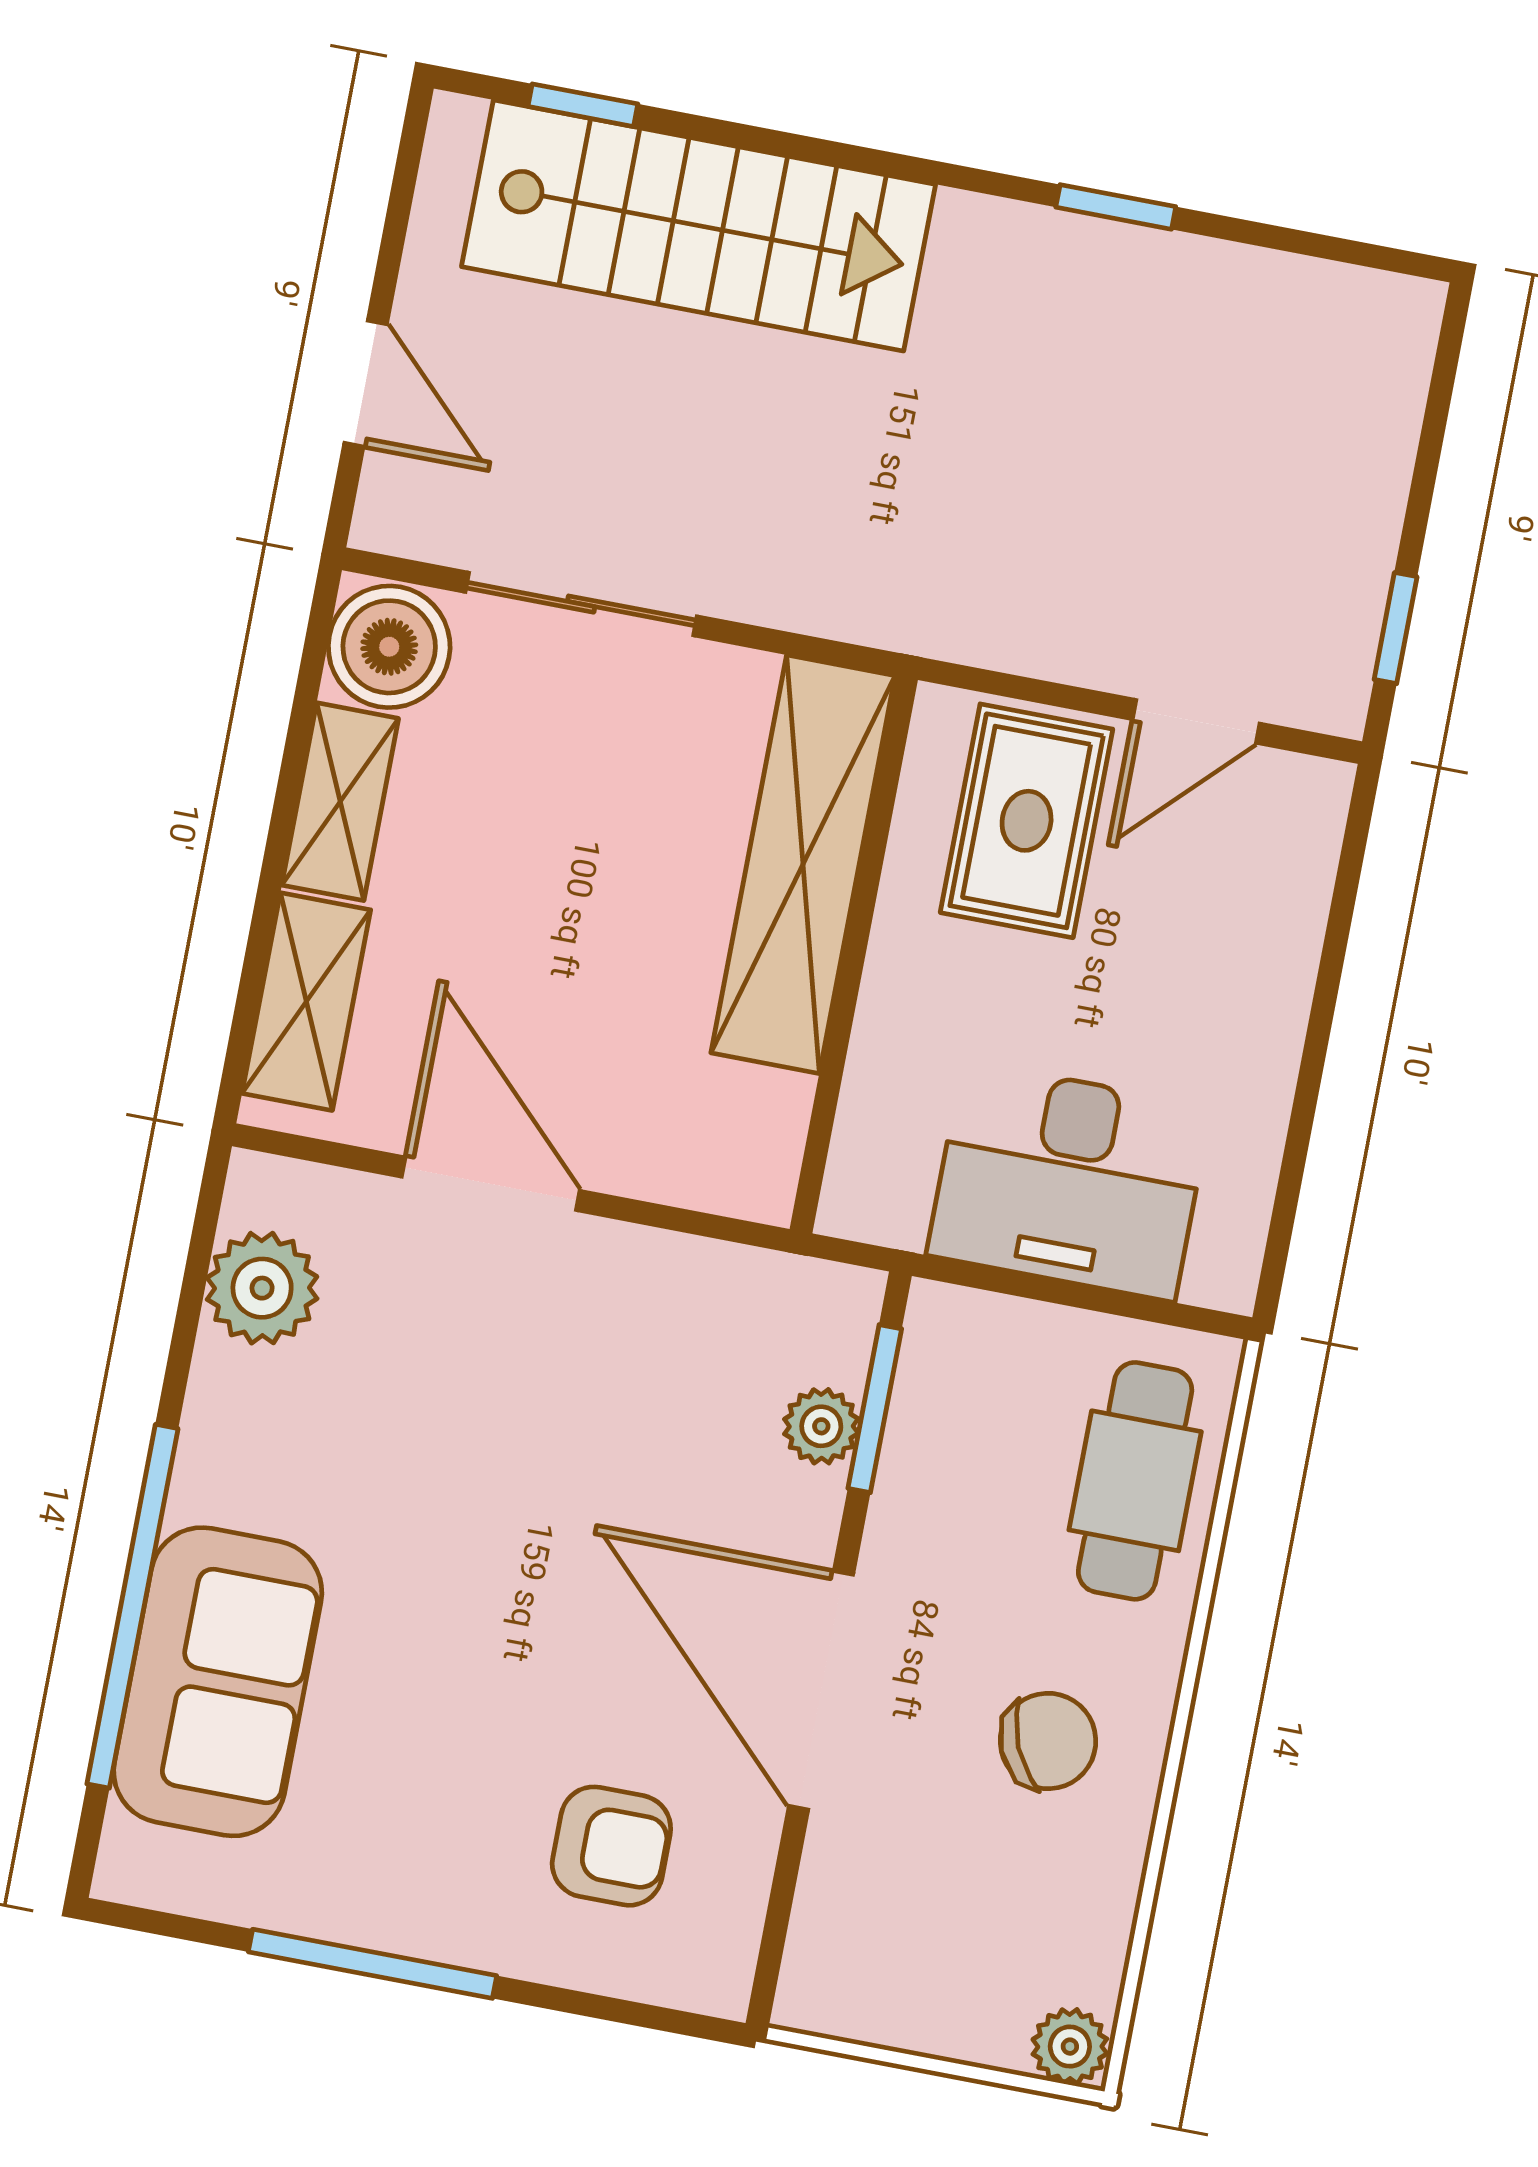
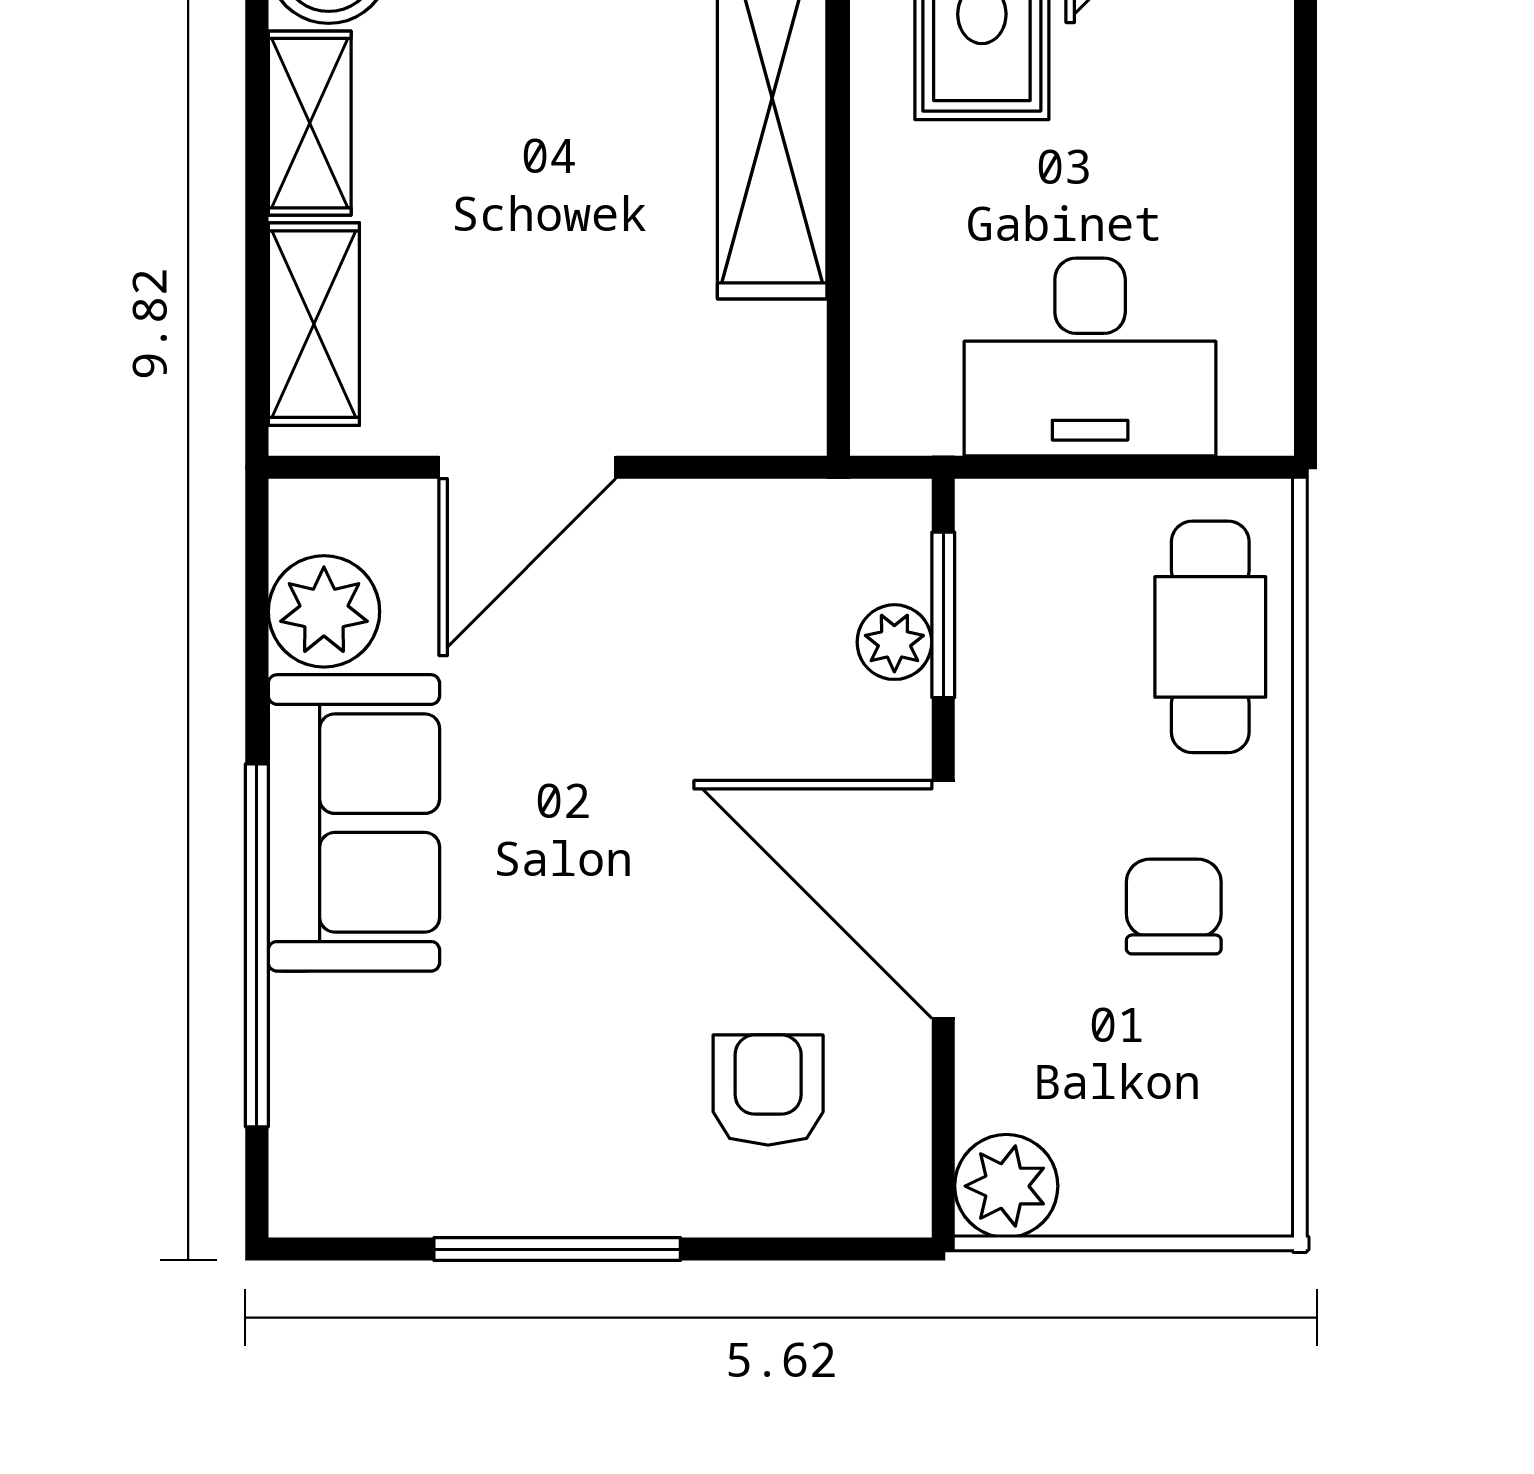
door: (491, 1184) -> (527, 467), swing flipped
sofa: (218, 1682) -> (354, 823), moved
chair: (1048, 1741) -> (1174, 907), turned -67
armchair: (611, 1846) -> (768, 1090), turned -90
plant: (1070, 2047) -> (1006, 1186), moved, width x1.38, depth x1.38

